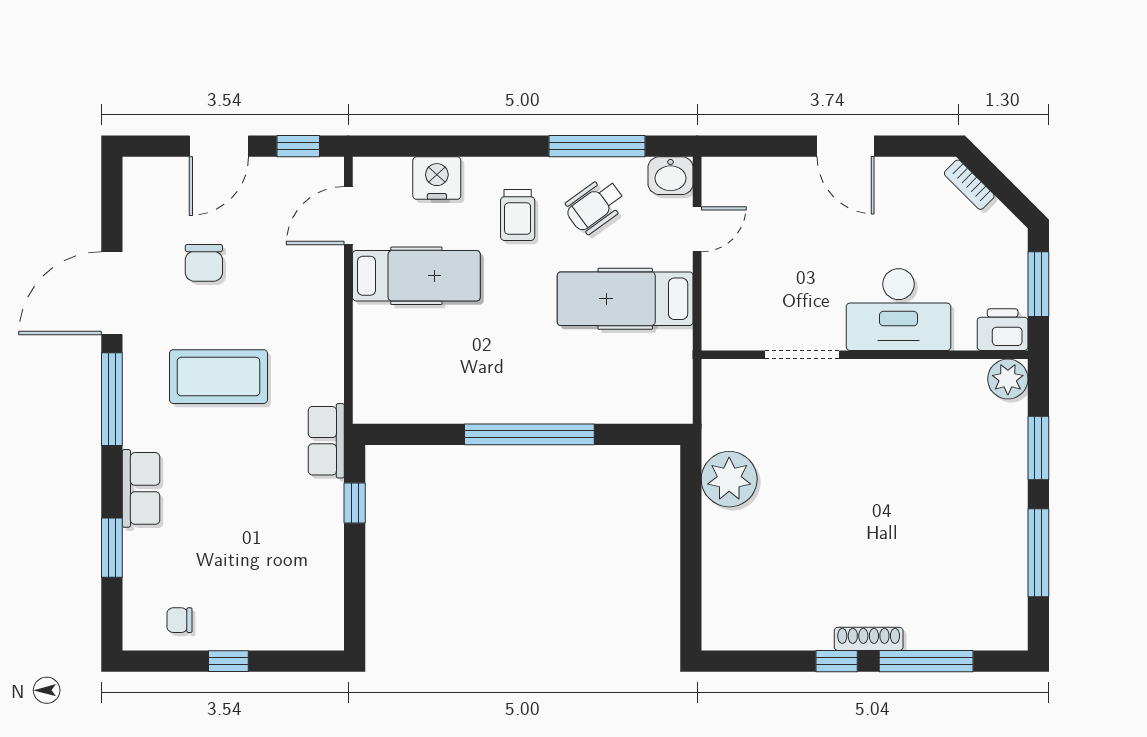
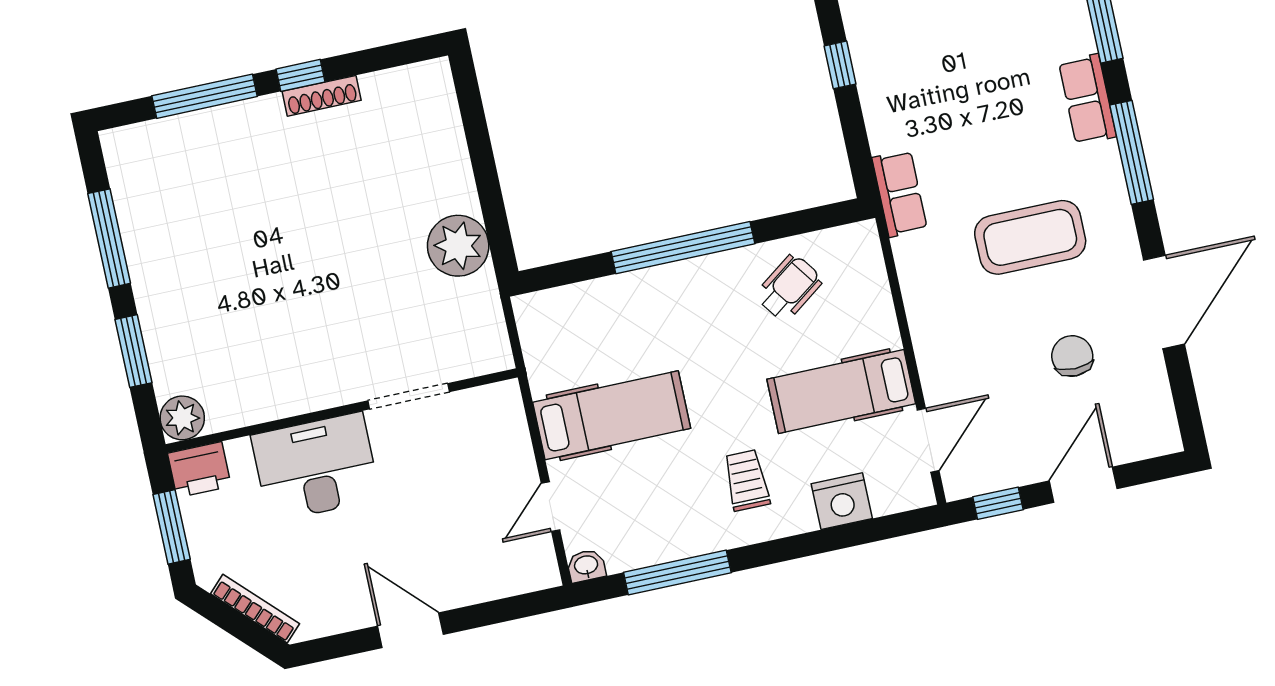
washbasin: (671, 176) -> (586, 566), width x0.72, depth x0.69
bookcase: (969, 185) -> (255, 609), width x1.56
wheelchair: (595, 206) -> (789, 288), moved
window: (112, 399) -> (1132, 152), moved
window: (355, 503) -> (840, 65), moved
shoe rack: (869, 639) -> (322, 96), moved

